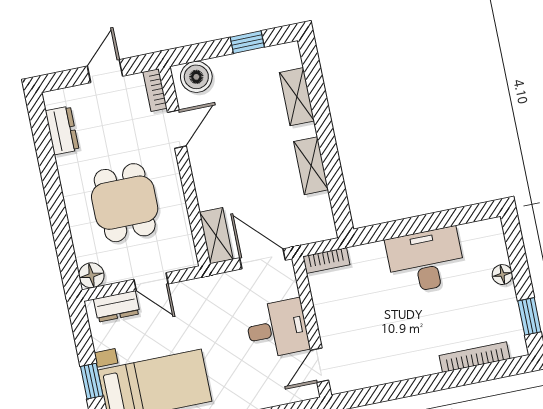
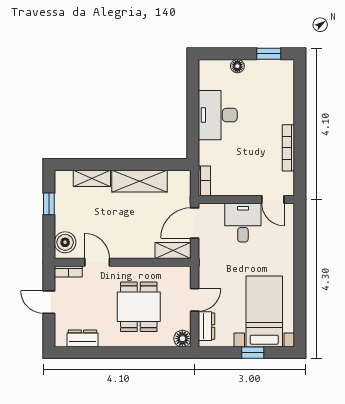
shelving: (311, 166) -> (139, 181), width x1.50, depth x1.33
dining table: (125, 203) -> (139, 307), turned 90
bookcase: (474, 357) -> (288, 148), moved

